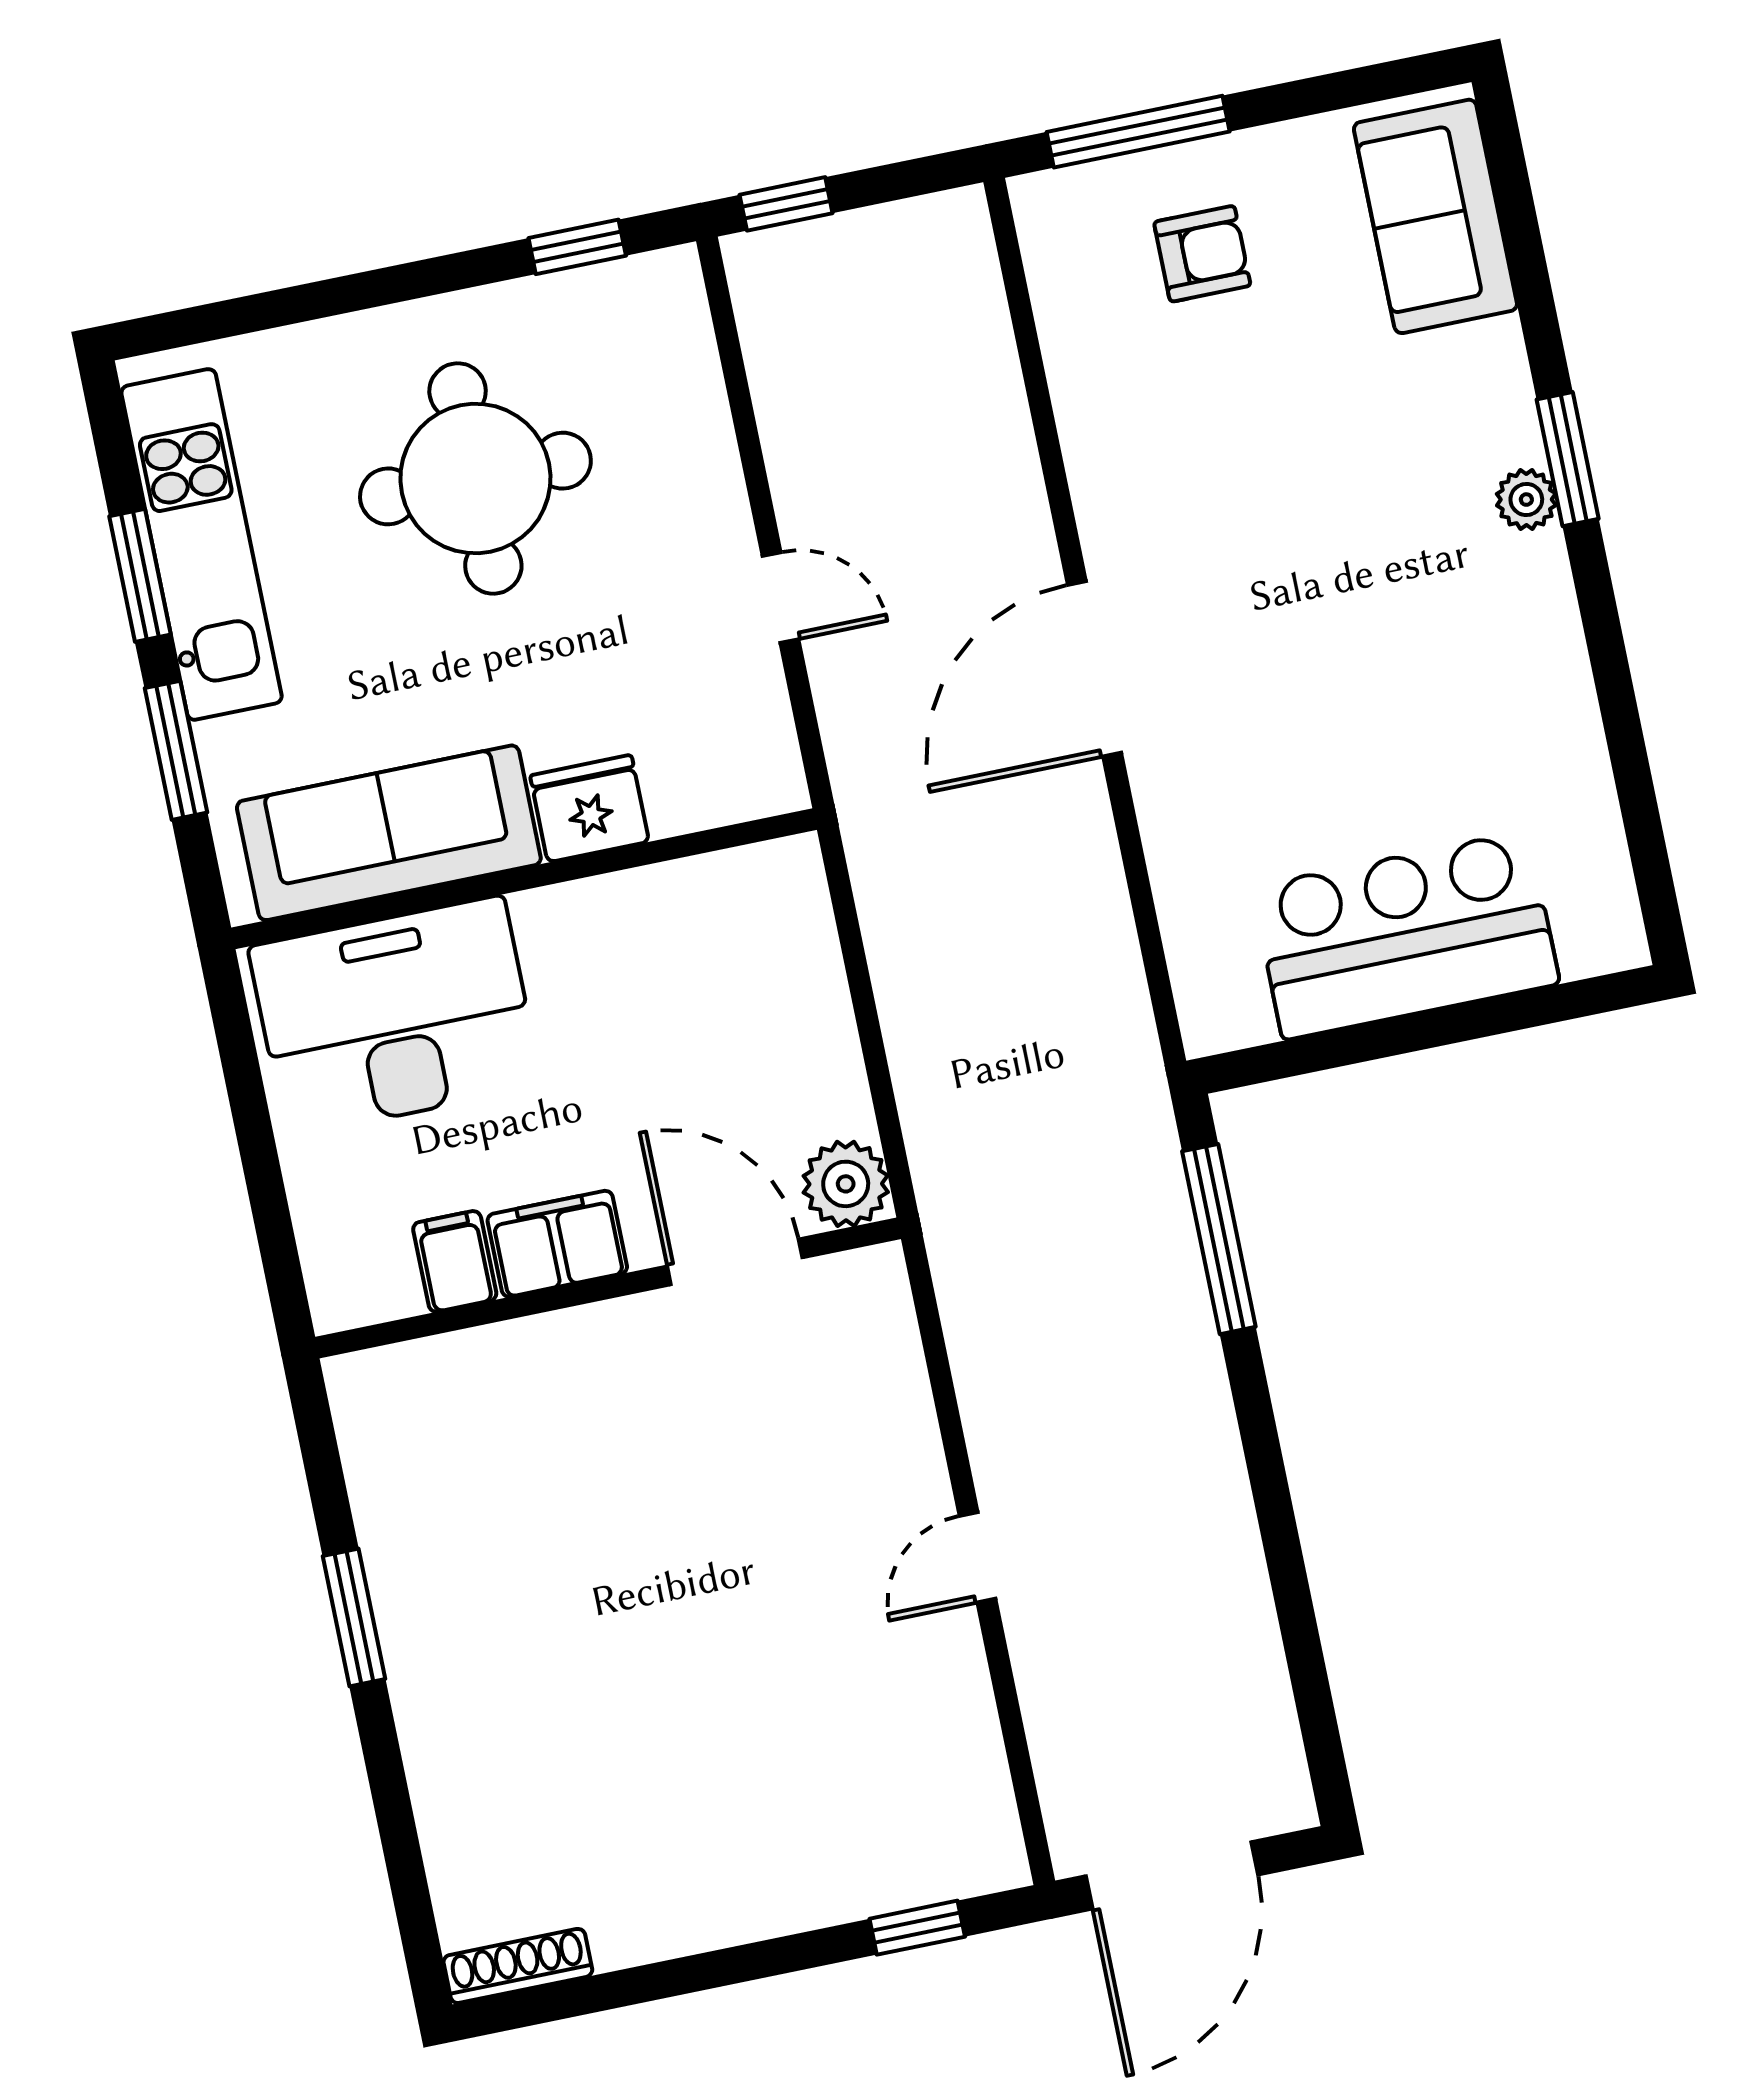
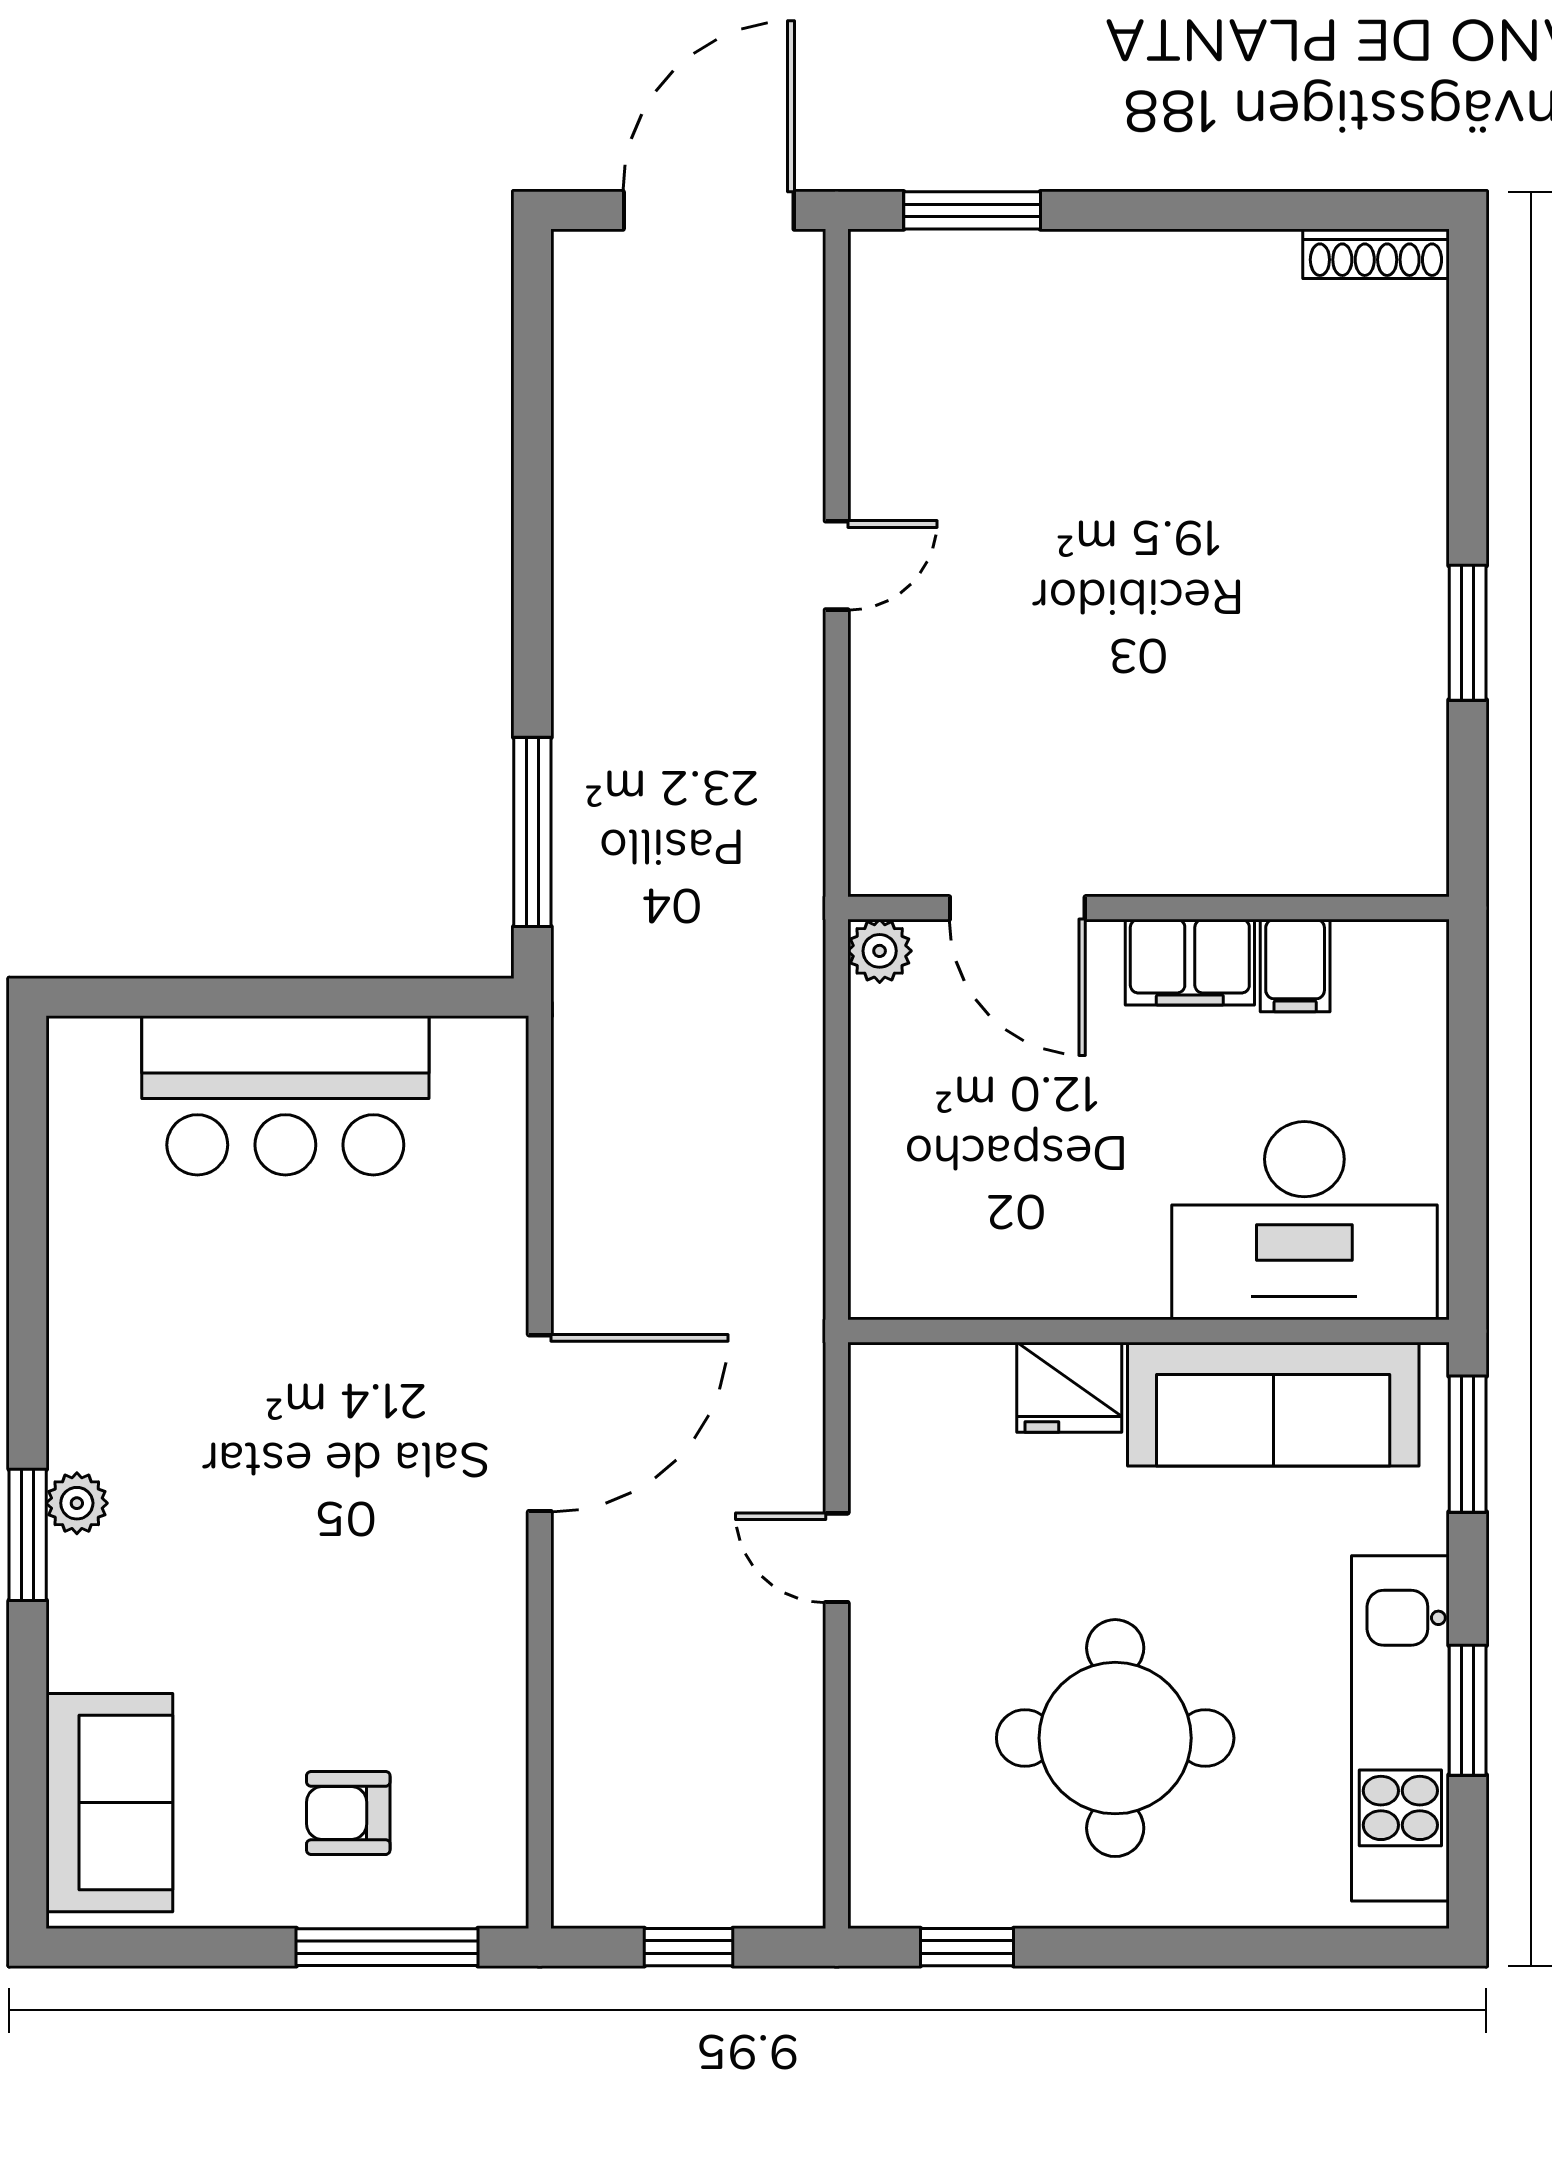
window: (786, 204) -> (689, 1947), moved
window: (176, 750) -> (1468, 1444), moved
plant: (846, 1184) -> (880, 951), width x0.73, depth x0.73
window: (917, 1928) -> (972, 210), width x1.50

